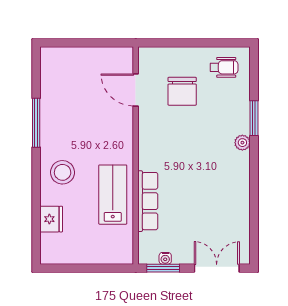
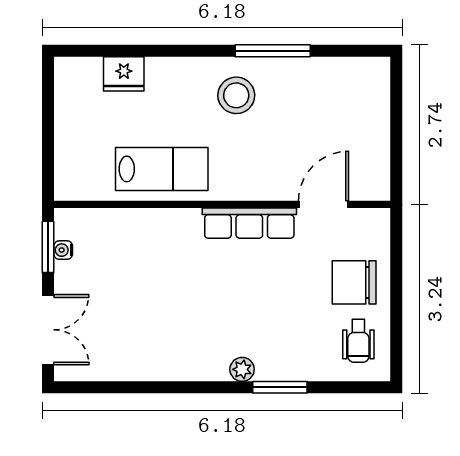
chair: (182, 91) -> (354, 282), moved
stool: (63, 172) -> (236, 95), moved
row of seats: (148, 201) -> (249, 223), moved

